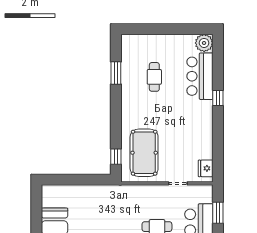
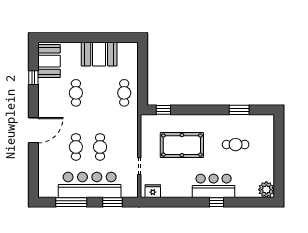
bar counter: (200, 76) -> (214, 186), moved
pool table: (144, 153) -> (182, 145), moved
cafe table: (97, 200) -> (124, 93), added

